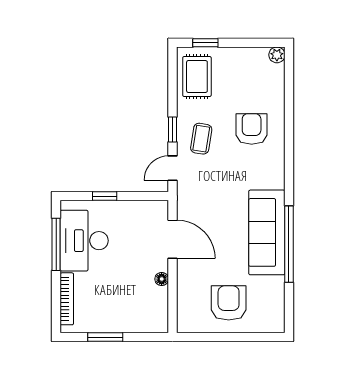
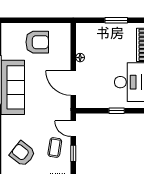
armchair: (252, 129) -> (23, 154), turned 128
door: (173, 168) -> (73, 129), swing flipped
armchair: (229, 303) -> (37, 42), turned -90

